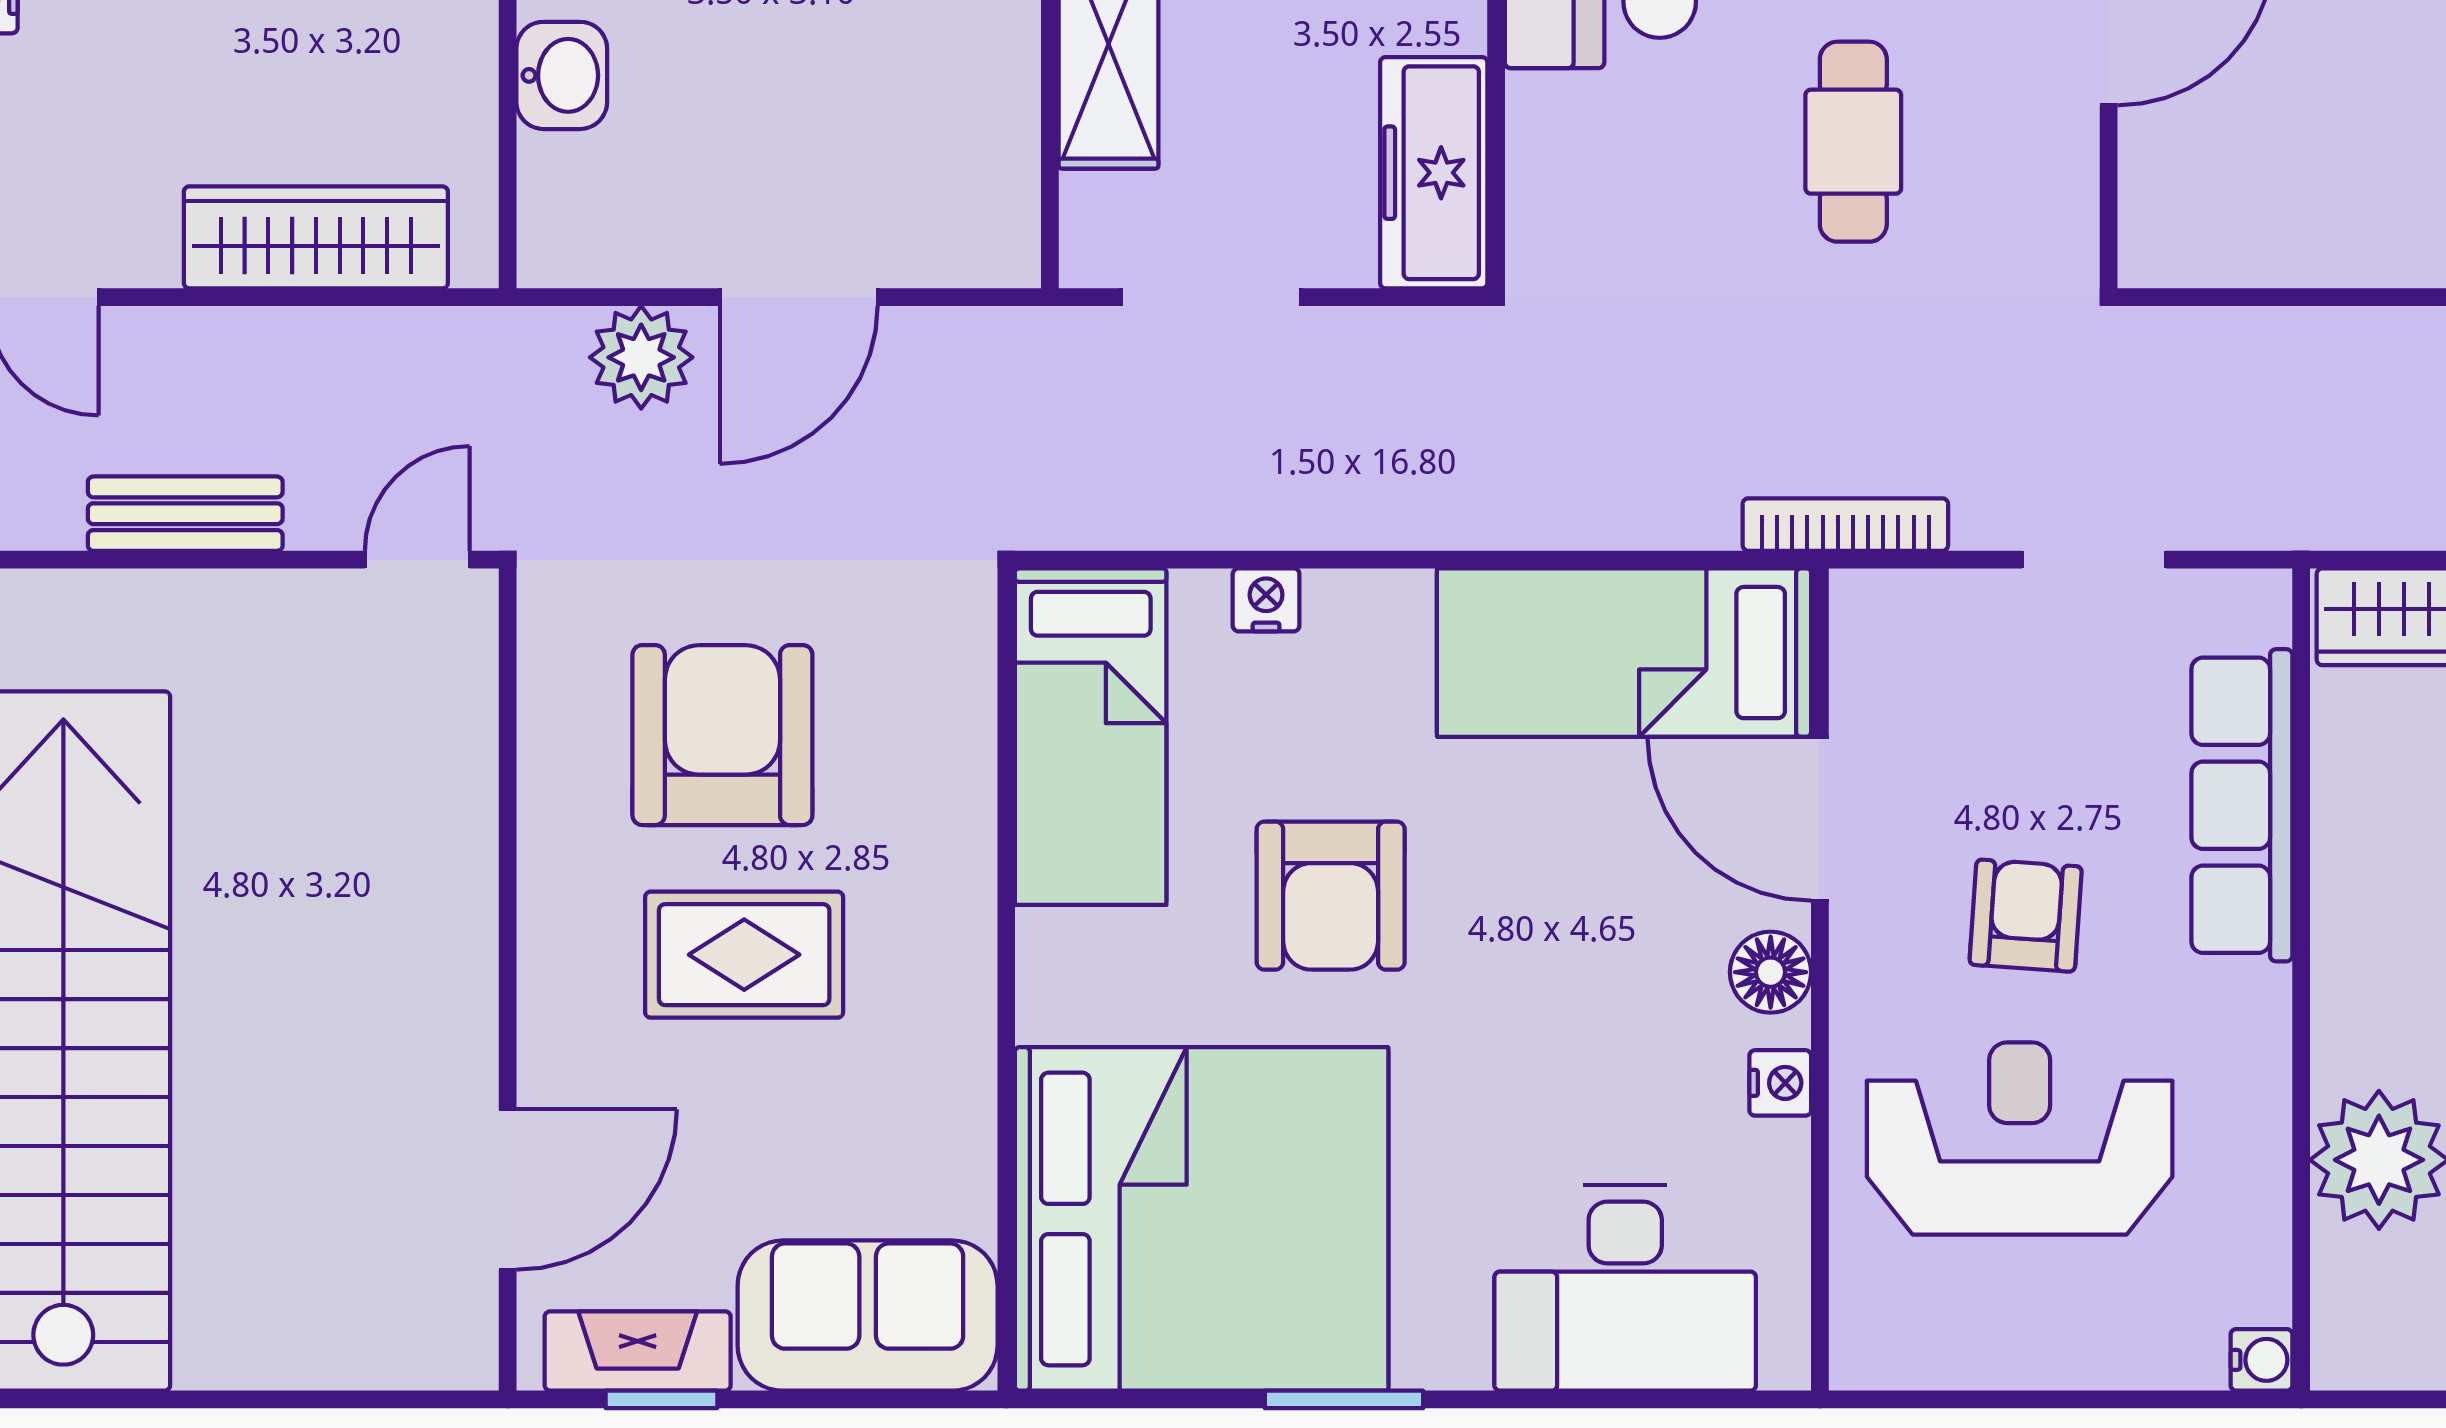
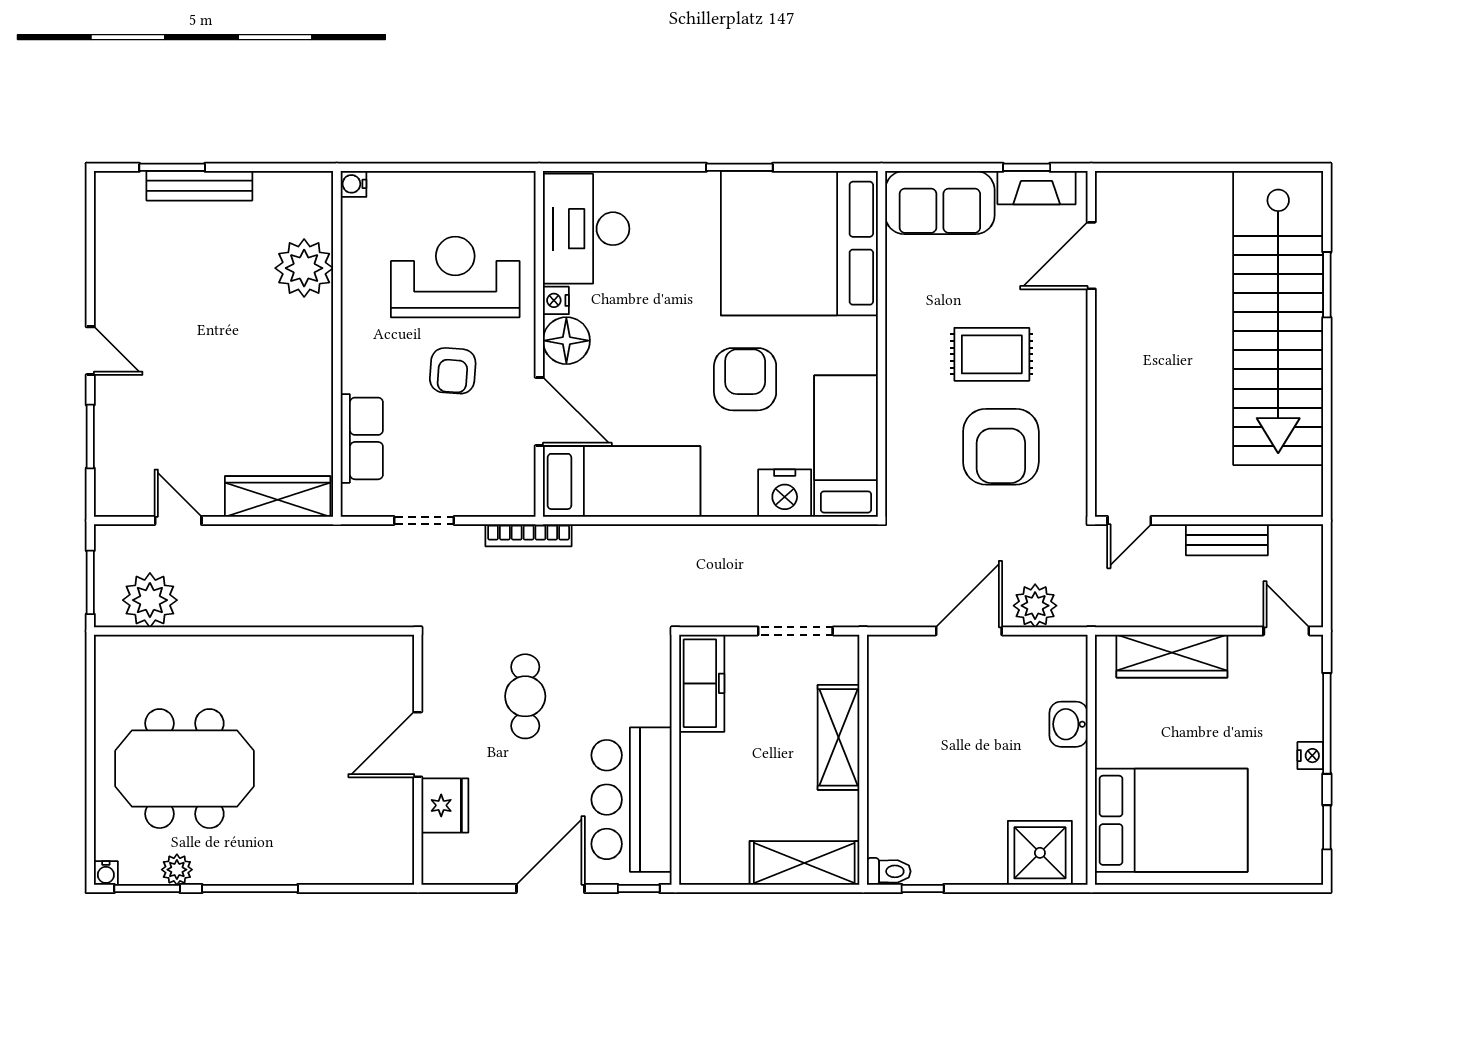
nightstand: (1266, 600) -> (785, 493), width x1.89, depth x1.79
row of seats: (2242, 805) -> (362, 438), width x0.68
floor lamp: (1771, 972) -> (566, 341), width x1.38, depth x1.38
reception desk: (2020, 1138) -> (455, 277), turned 180
desk: (1625, 1288) -> (586, 229), moved, turned -90

